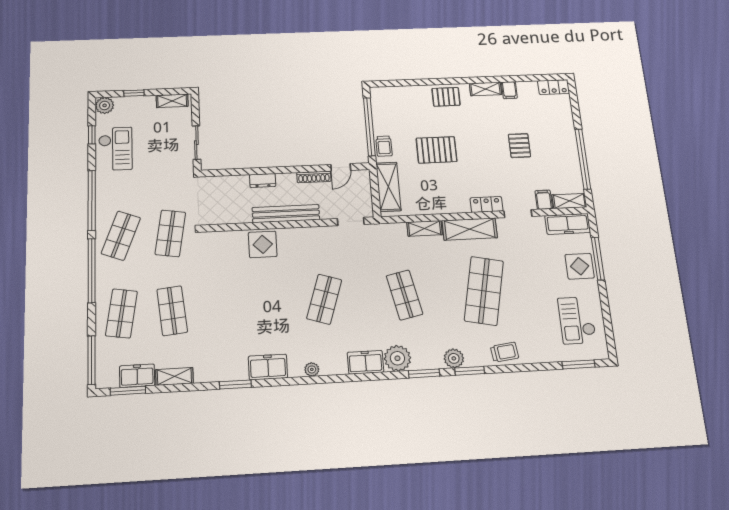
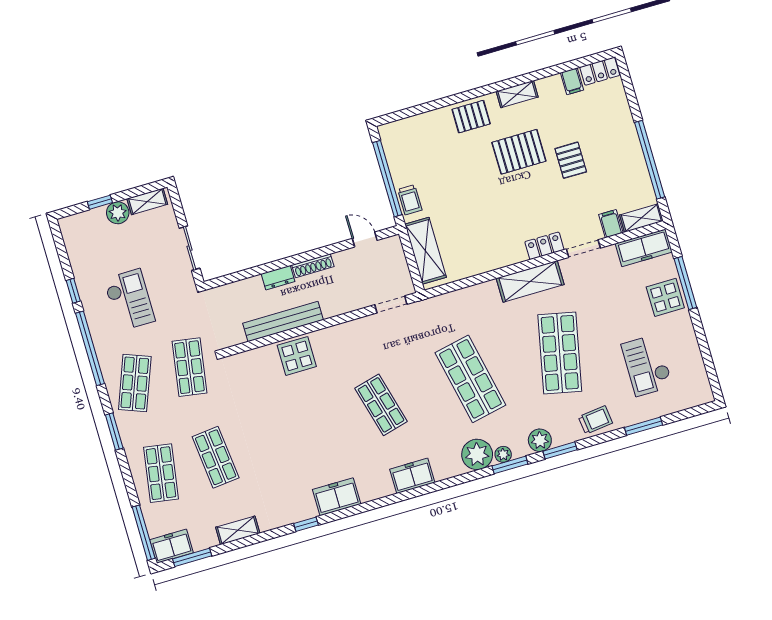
filing cabinet: (509, 90) -> (572, 81), moved
plant: (105, 105) -> (118, 213), moved
window: (92, 135) -> (73, 291), moved
checkout: (115, 149) -> (129, 300), moved
pallet: (437, 150) -> (519, 152), moved
door: (341, 167) -> (365, 239), swing flipped
shoe rack: (314, 177) -> (313, 266), moved
bench: (286, 214) -> (283, 321), moved
shelving: (425, 228) -> (478, 293), removed
window: (92, 270) -> (114, 431), width x0.47
shop shelf: (405, 295) -> (470, 379), width x1.43, depth x1.36
shop shelf: (324, 299) -> (381, 405), turned -33
checkout: (577, 320) -> (647, 365), moved
freezer: (365, 362) -> (412, 476), moved
window: (578, 364) -> (644, 426), moved
plant: (312, 369) -> (503, 454), moved
freezer: (137, 376) -> (172, 546), moved
window: (235, 384) -> (306, 524), width x0.67

